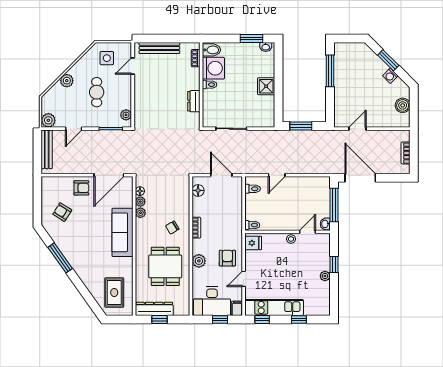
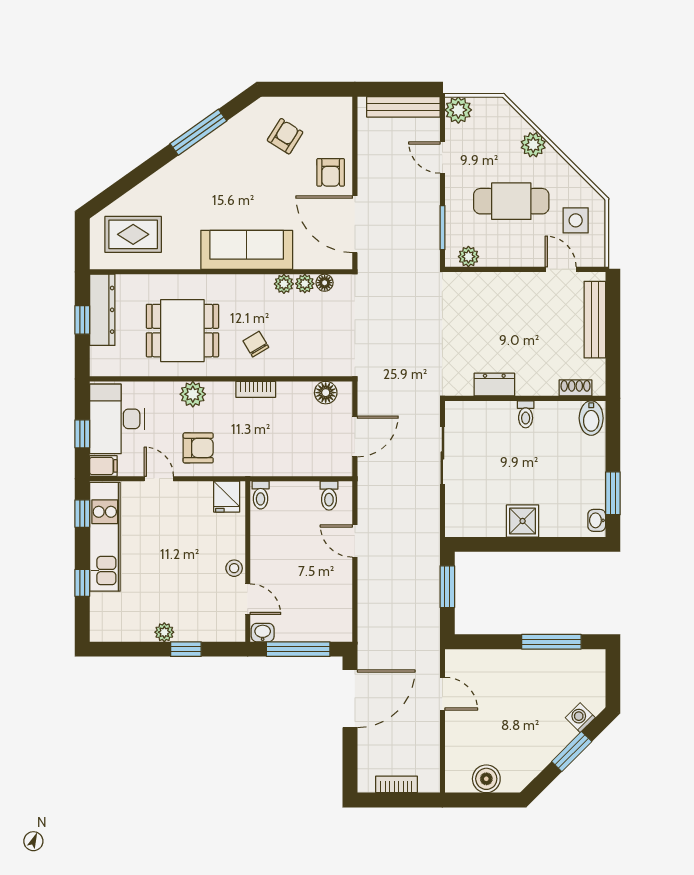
washing machine: (213, 68) -> (557, 422), removed
washing machine: (390, 76) -> (580, 718), moved
cafe table: (97, 92) -> (511, 201), width x1.37, depth x1.35

